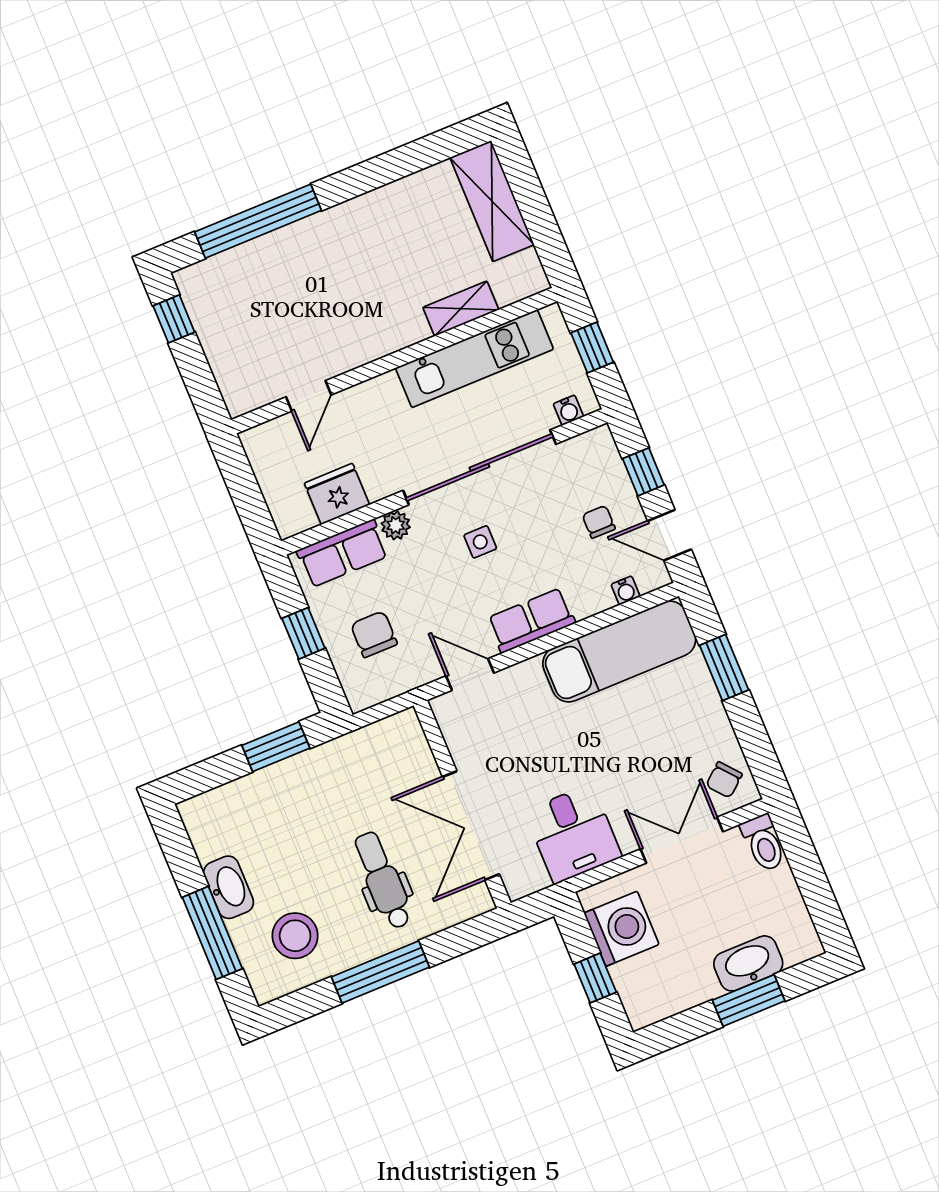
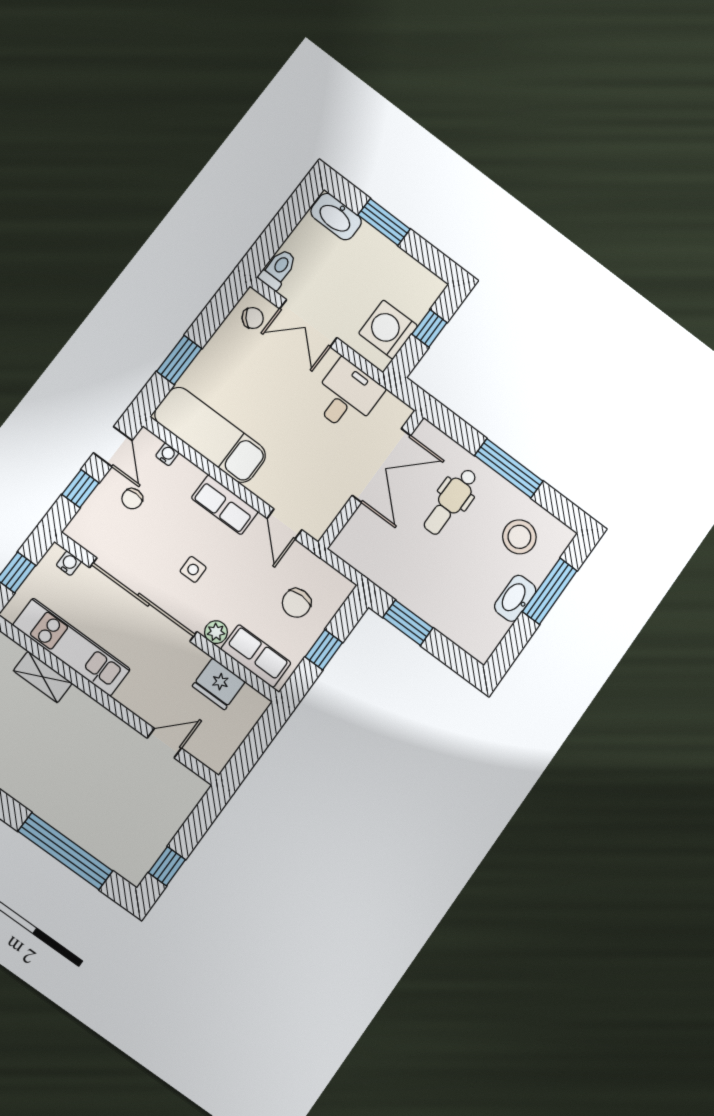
washbasin: (748, 963) -> (336, 217), moved

